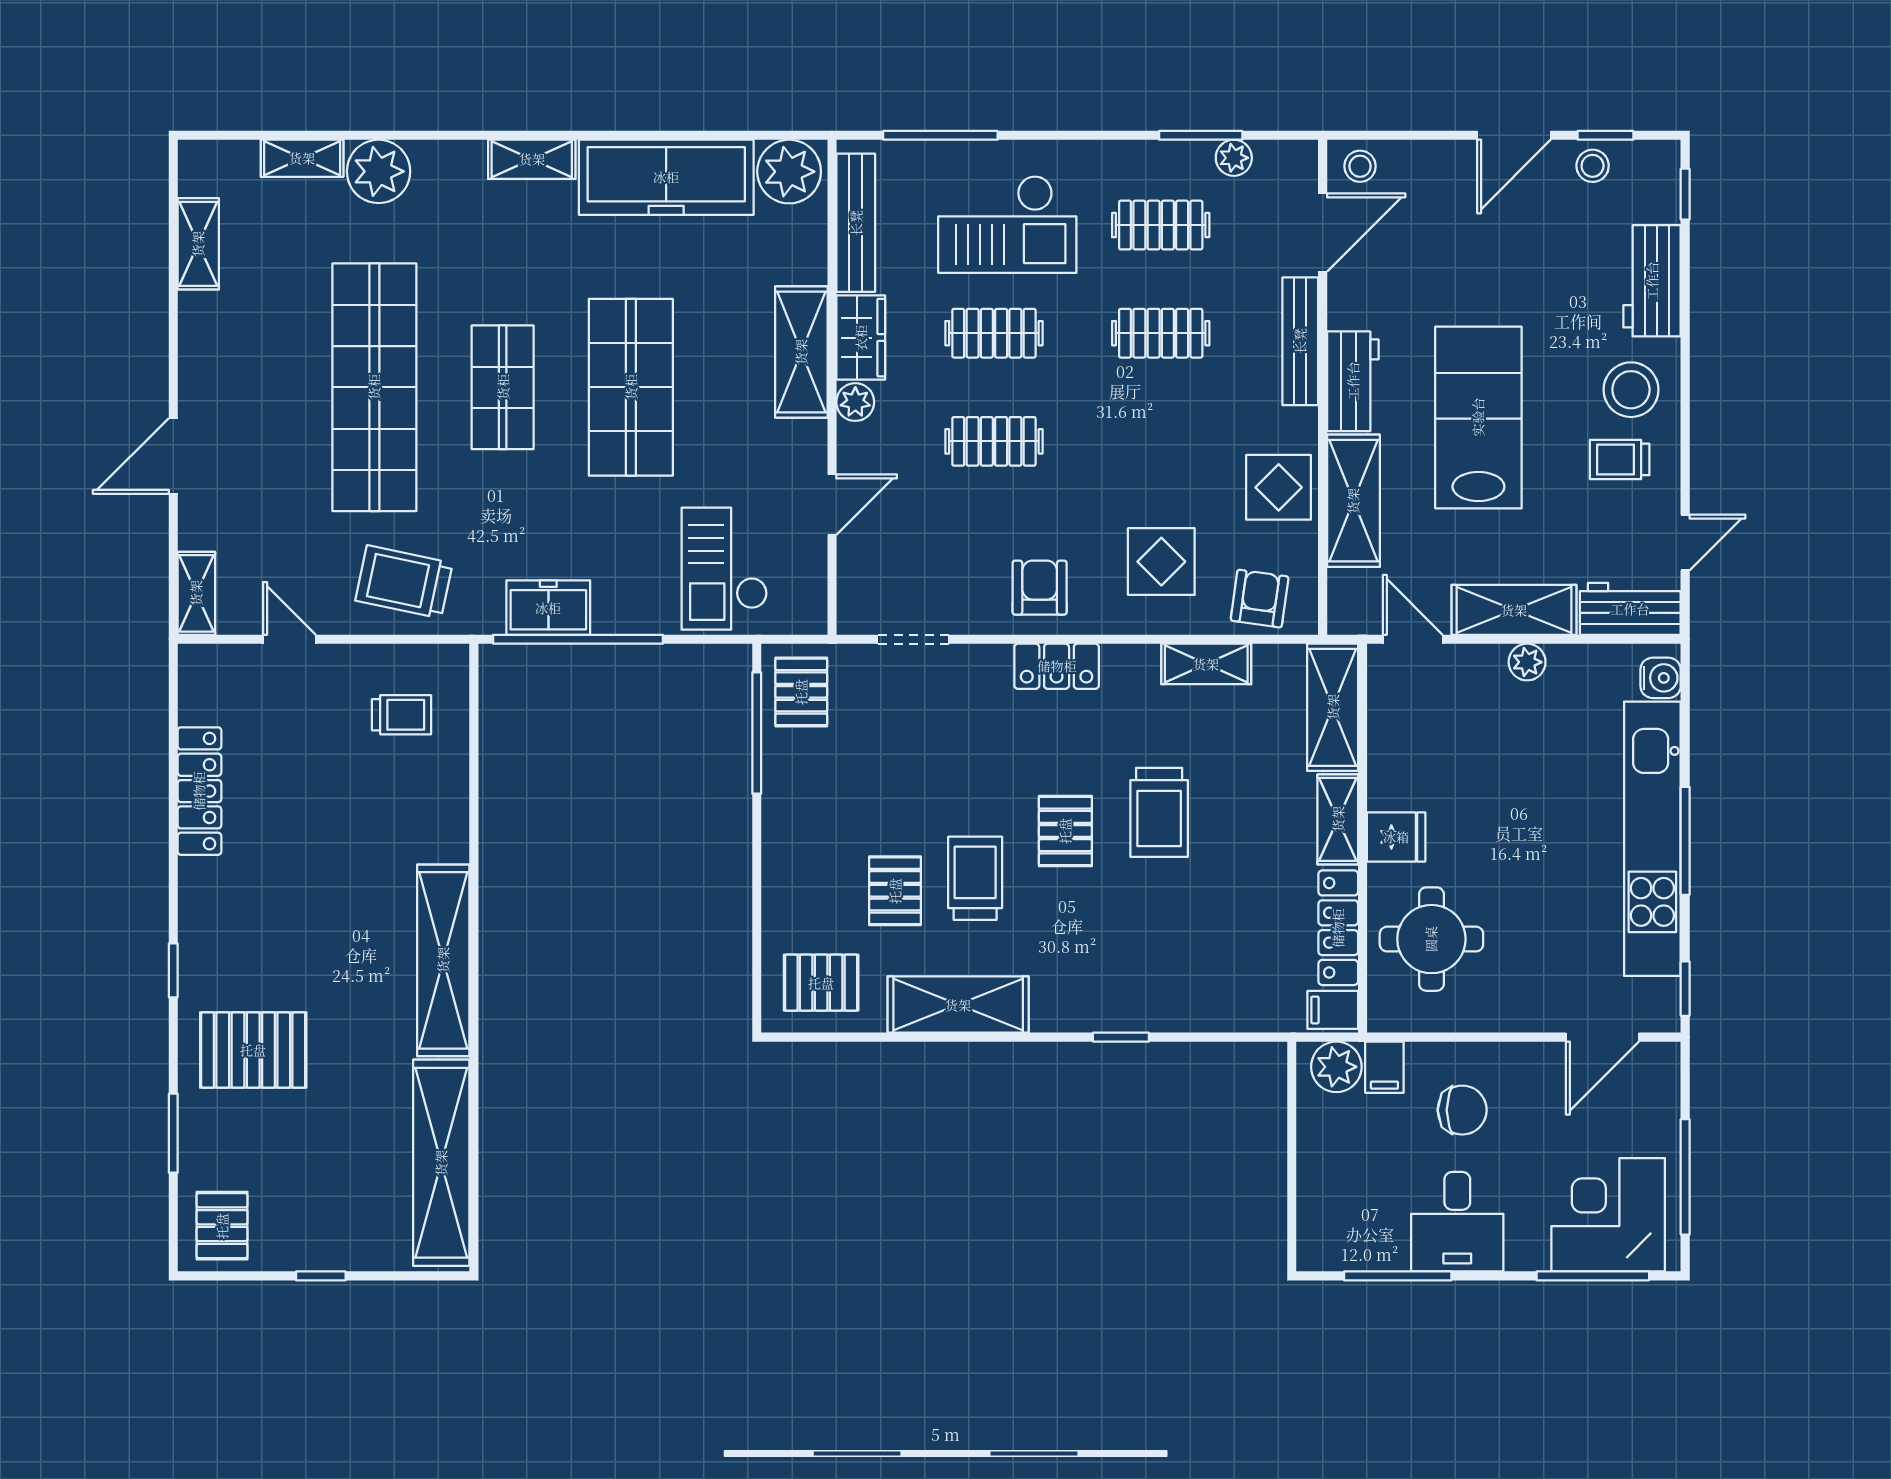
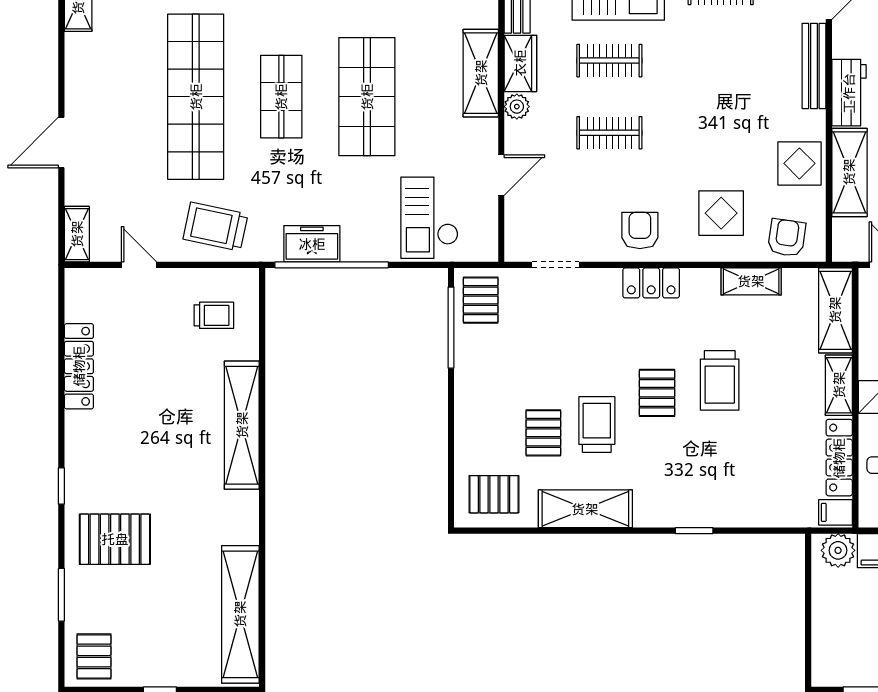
clothes rail: (1161, 333) -> (721, 61), removed
shelving: (443, 960) -> (242, 425), moved

